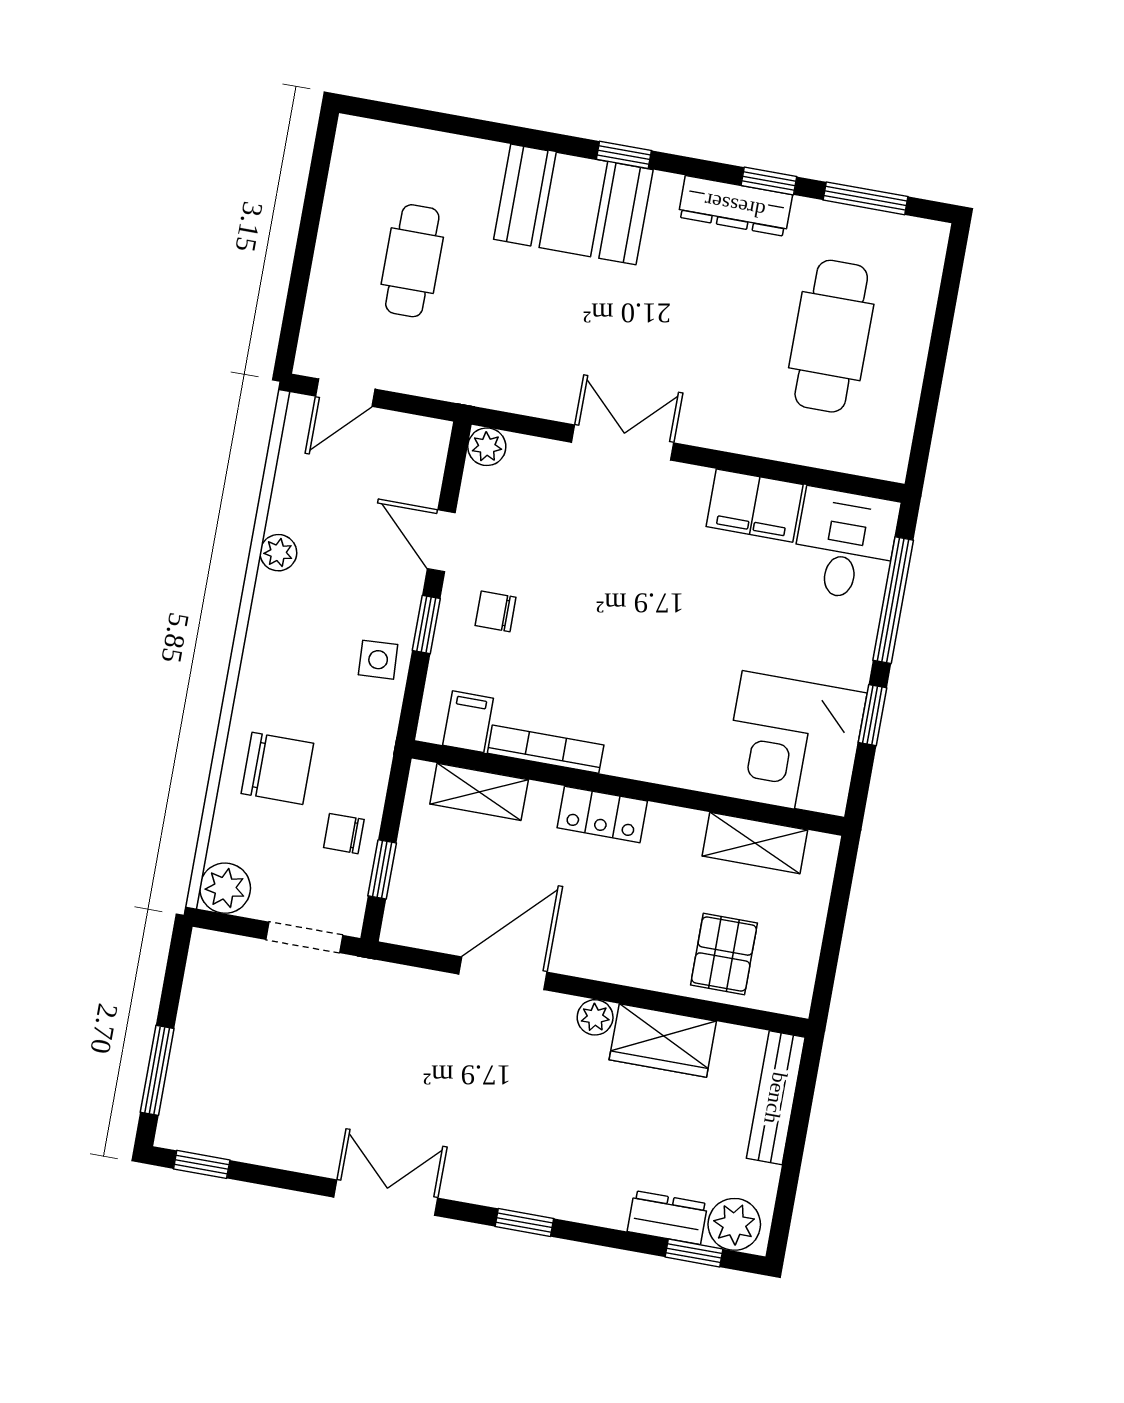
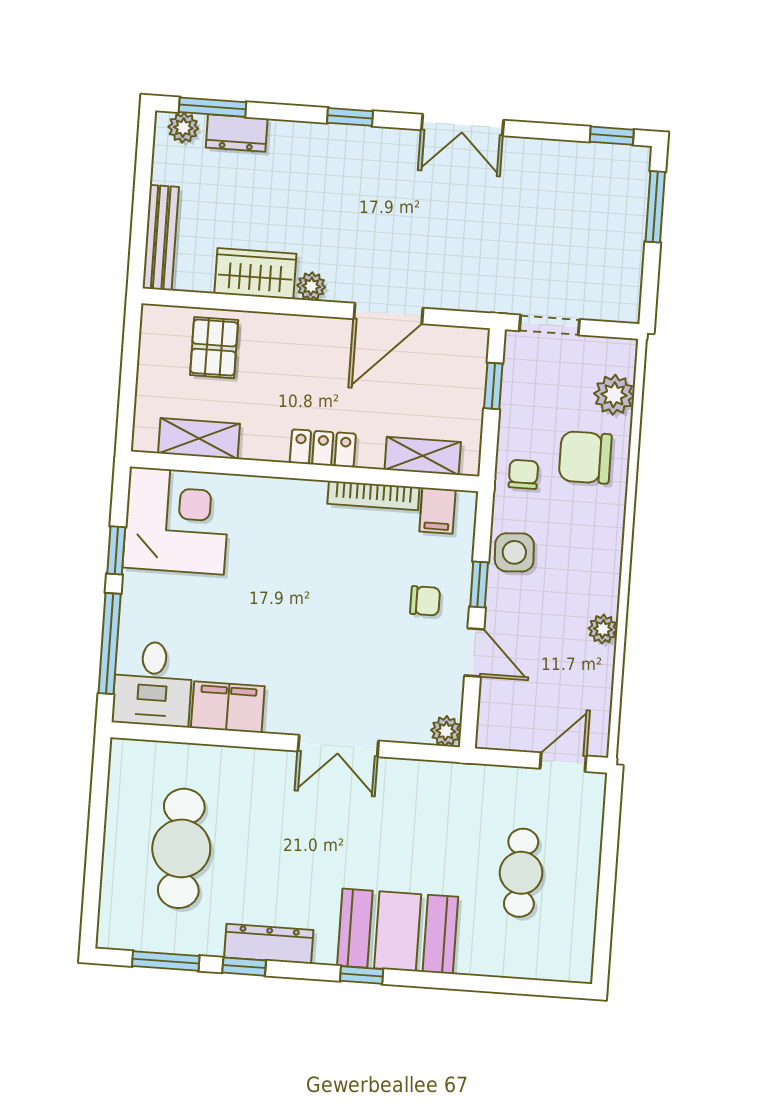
side table: (378, 660) -> (514, 552), width x1.37, depth x1.37
chair: (344, 834) -> (523, 474), moved, turned -90
plant: (225, 888) -> (614, 395), moved
plant: (734, 1224) -> (183, 128), width x0.73, depth x0.73
window: (694, 1253) -> (213, 107), width x1.50

